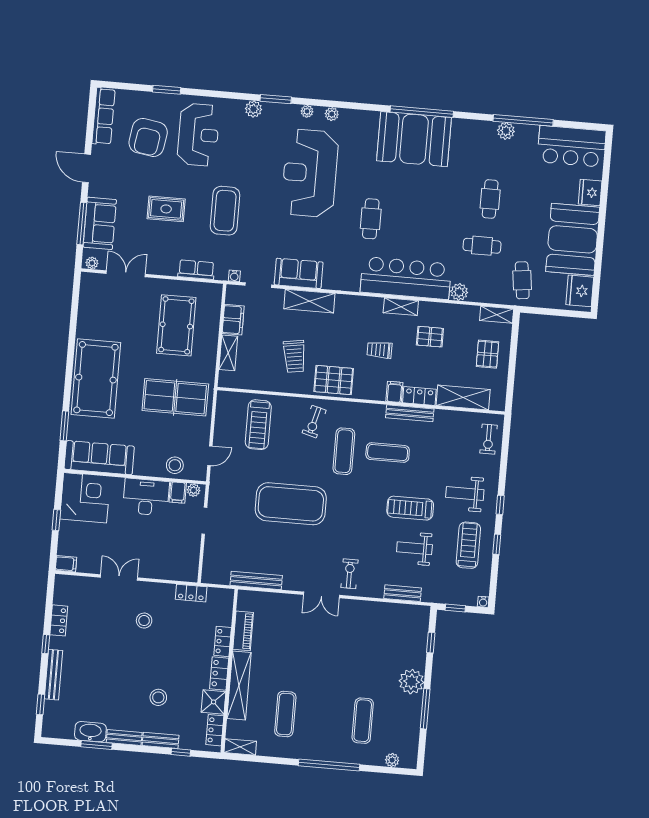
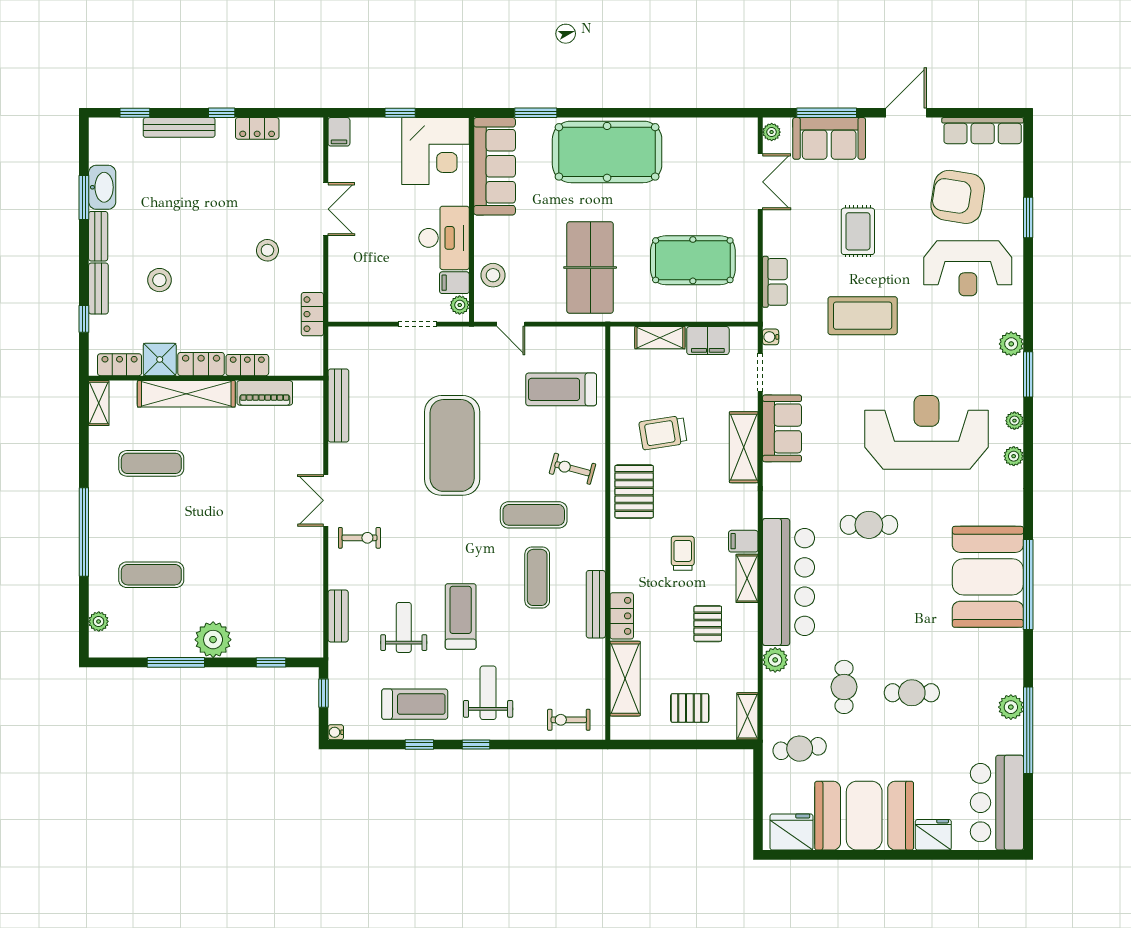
filing cabinet: (394, 392) -> (743, 541), moved, turned 180

